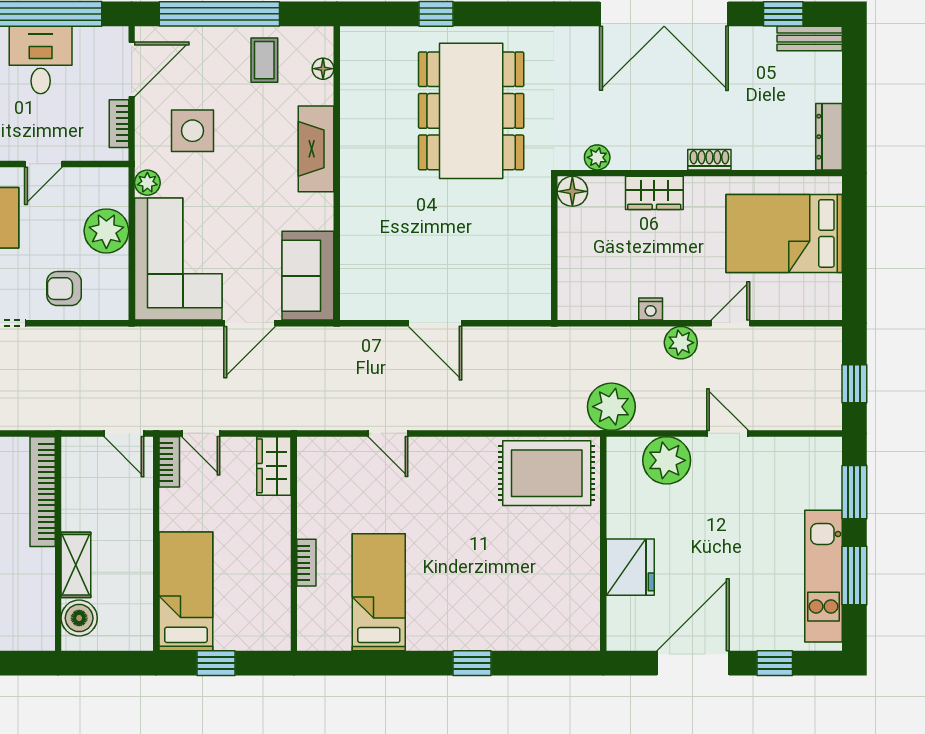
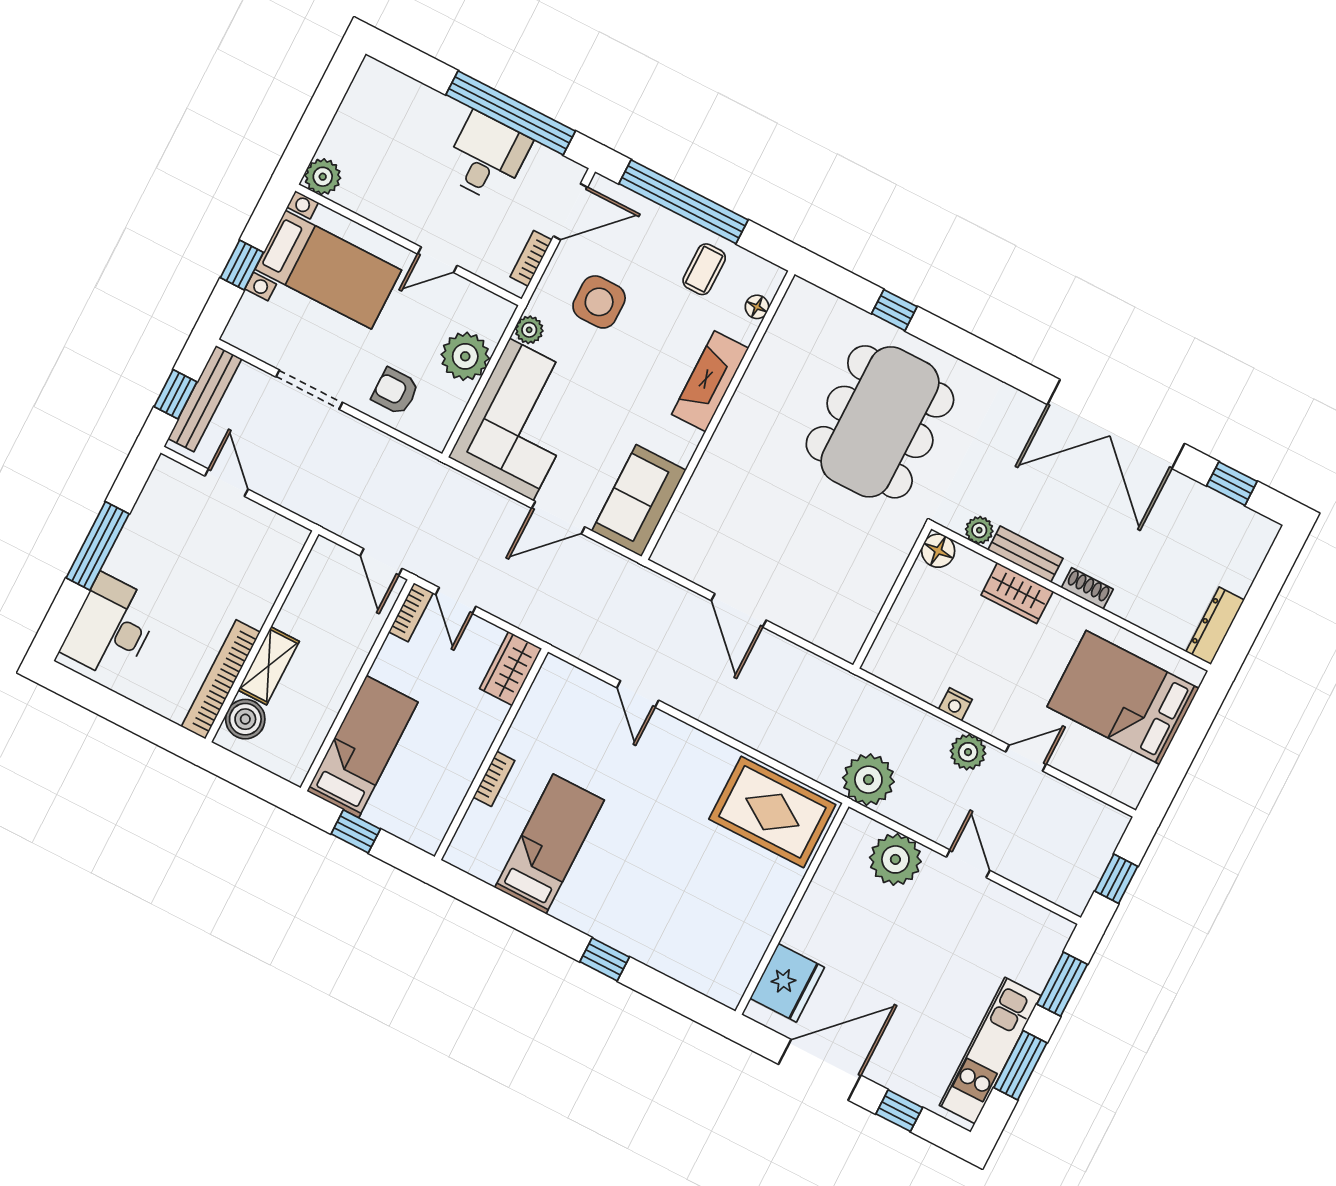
bench: (810, 39) -> (1025, 554), moved
bookcase: (43, 492) -> (221, 679), moved
fridge: (630, 567) -> (787, 983), moved

